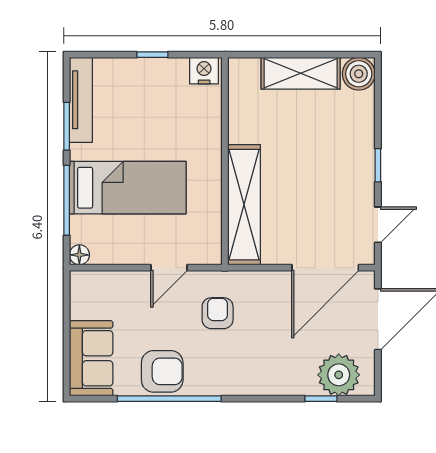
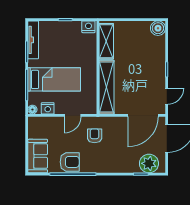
shelving: (301, 73) -> (106, 41), moved, turned 90
nightstand: (113, 252) -> (48, 108), added

